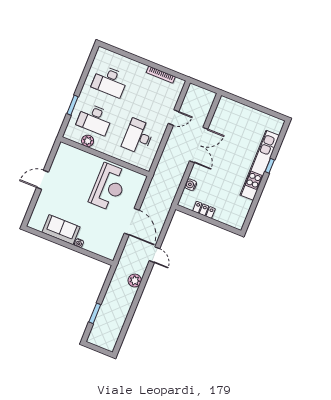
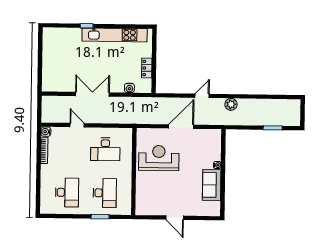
water cooler: (179, 84) -> (46, 132), added
plant: (88, 141) -> (126, 192), removed
kitchen unit: (260, 165) -> (115, 35), moved

